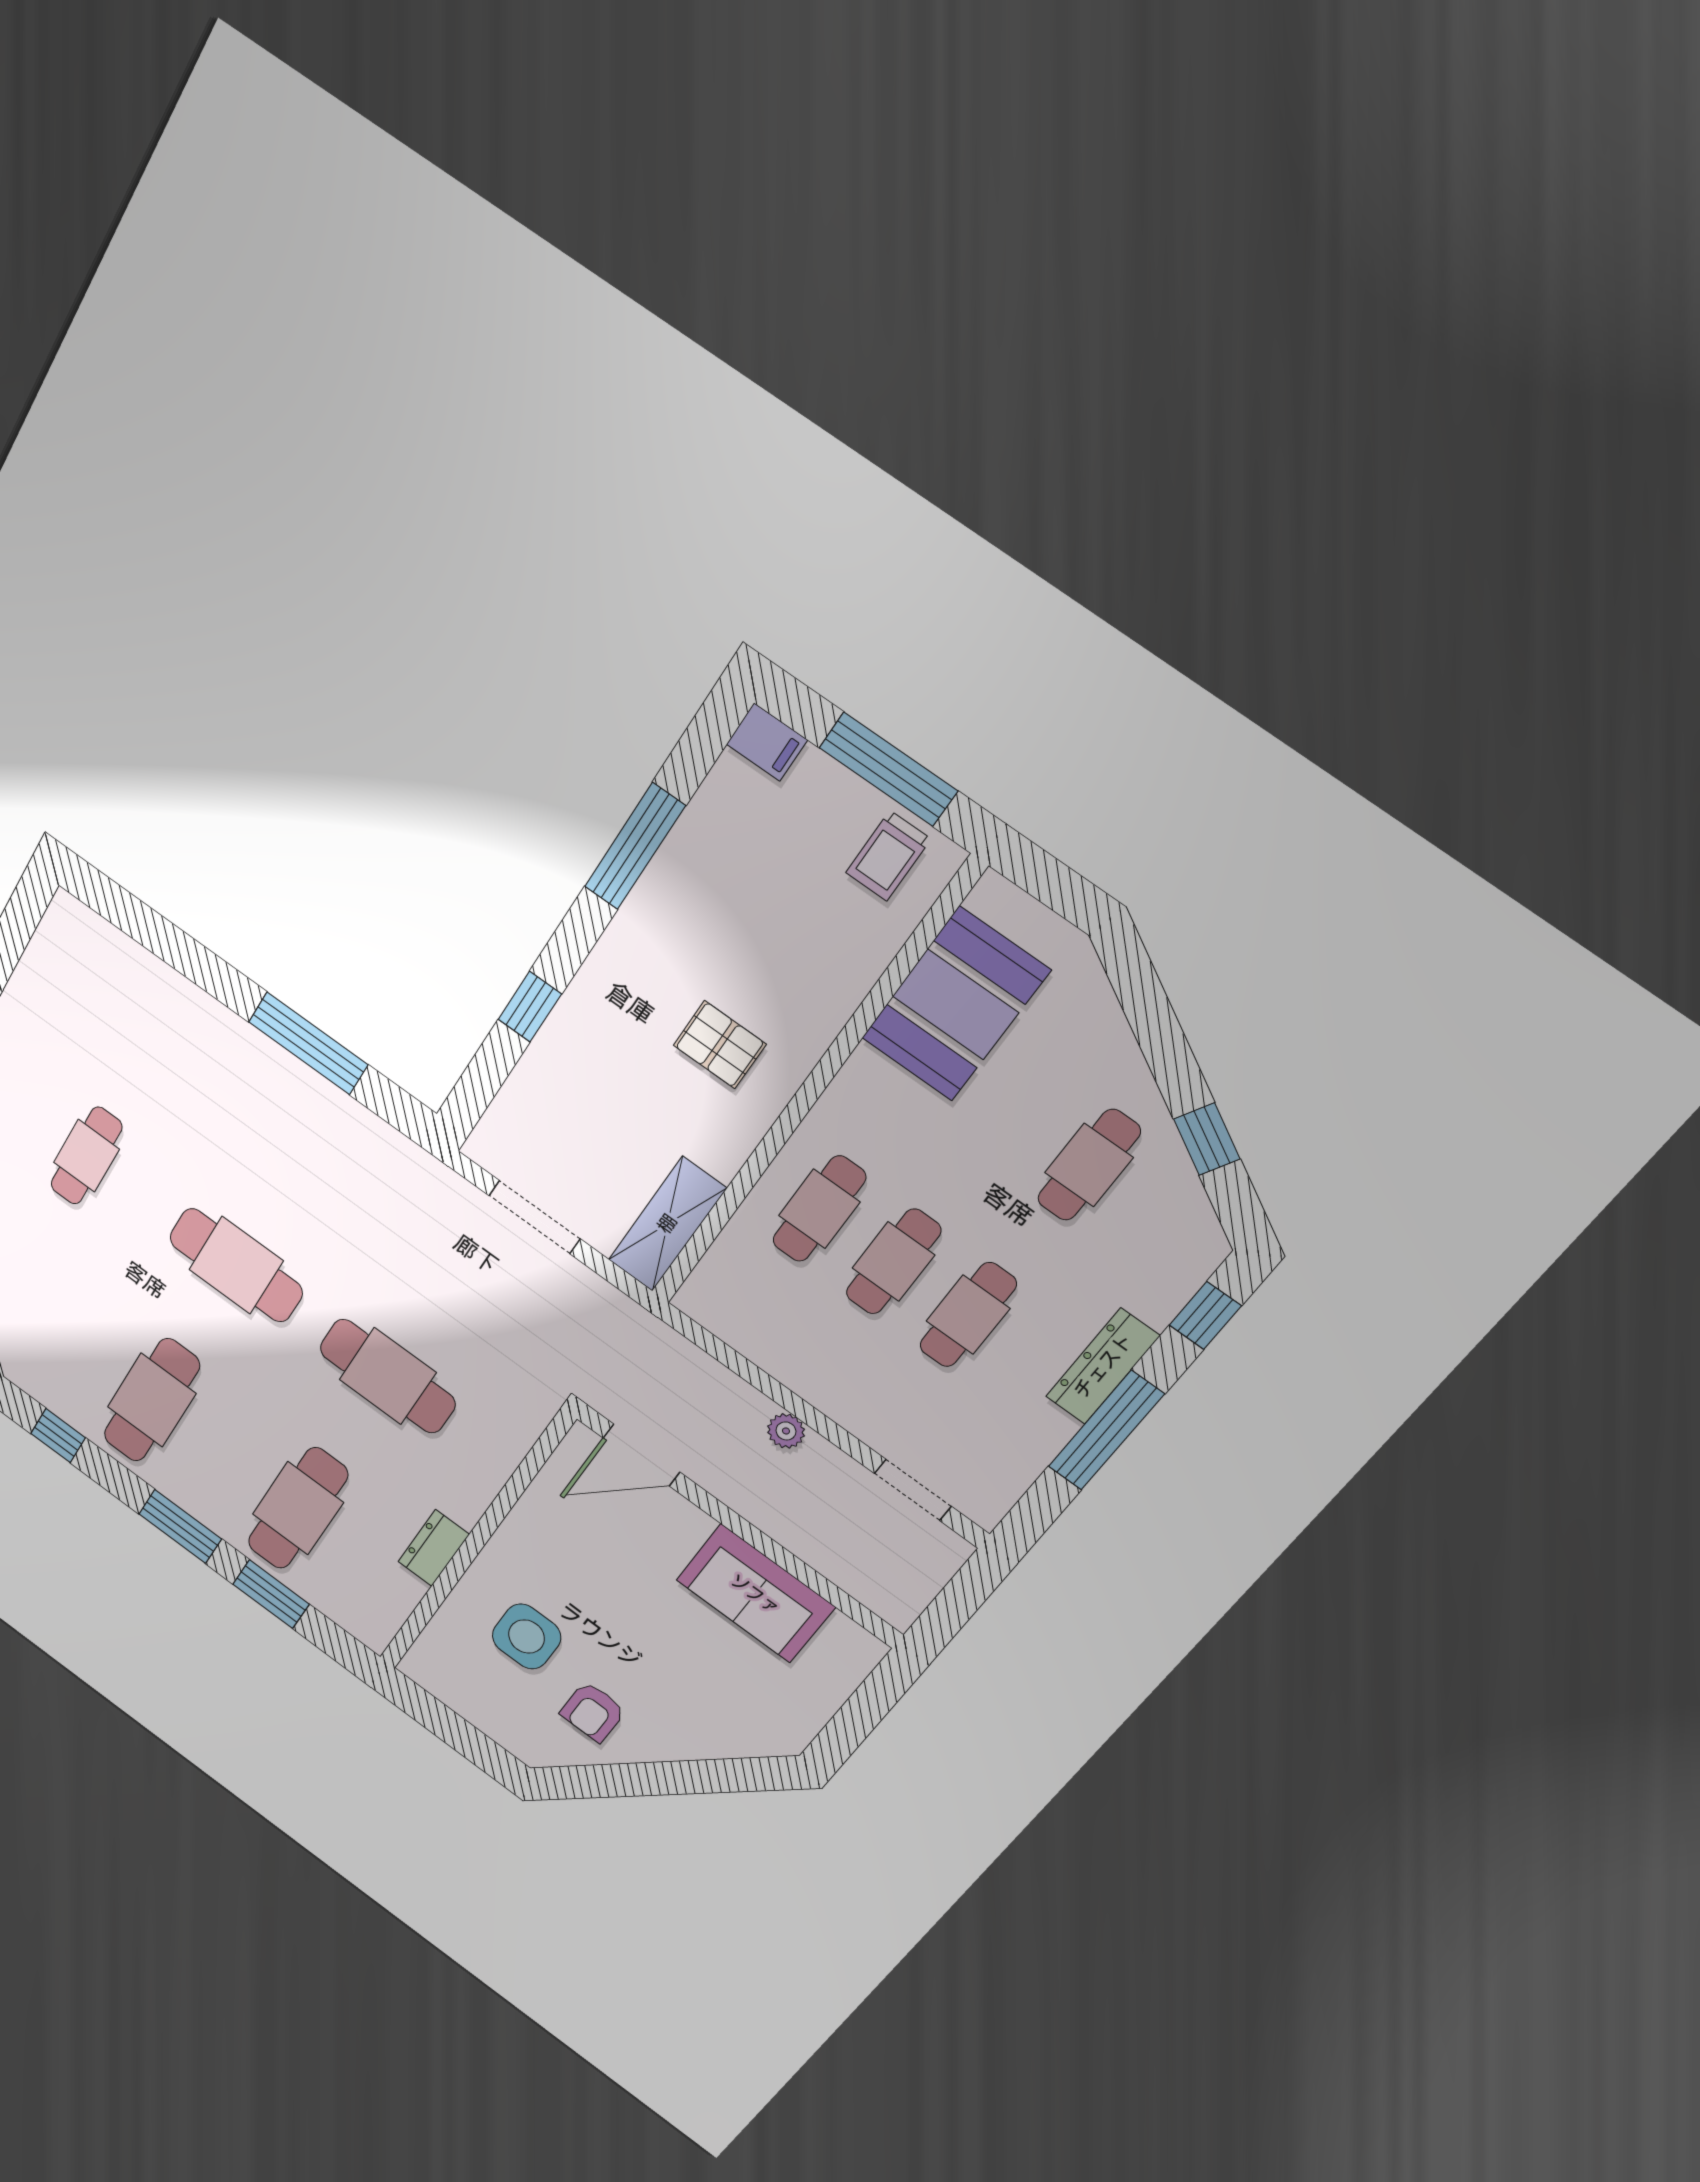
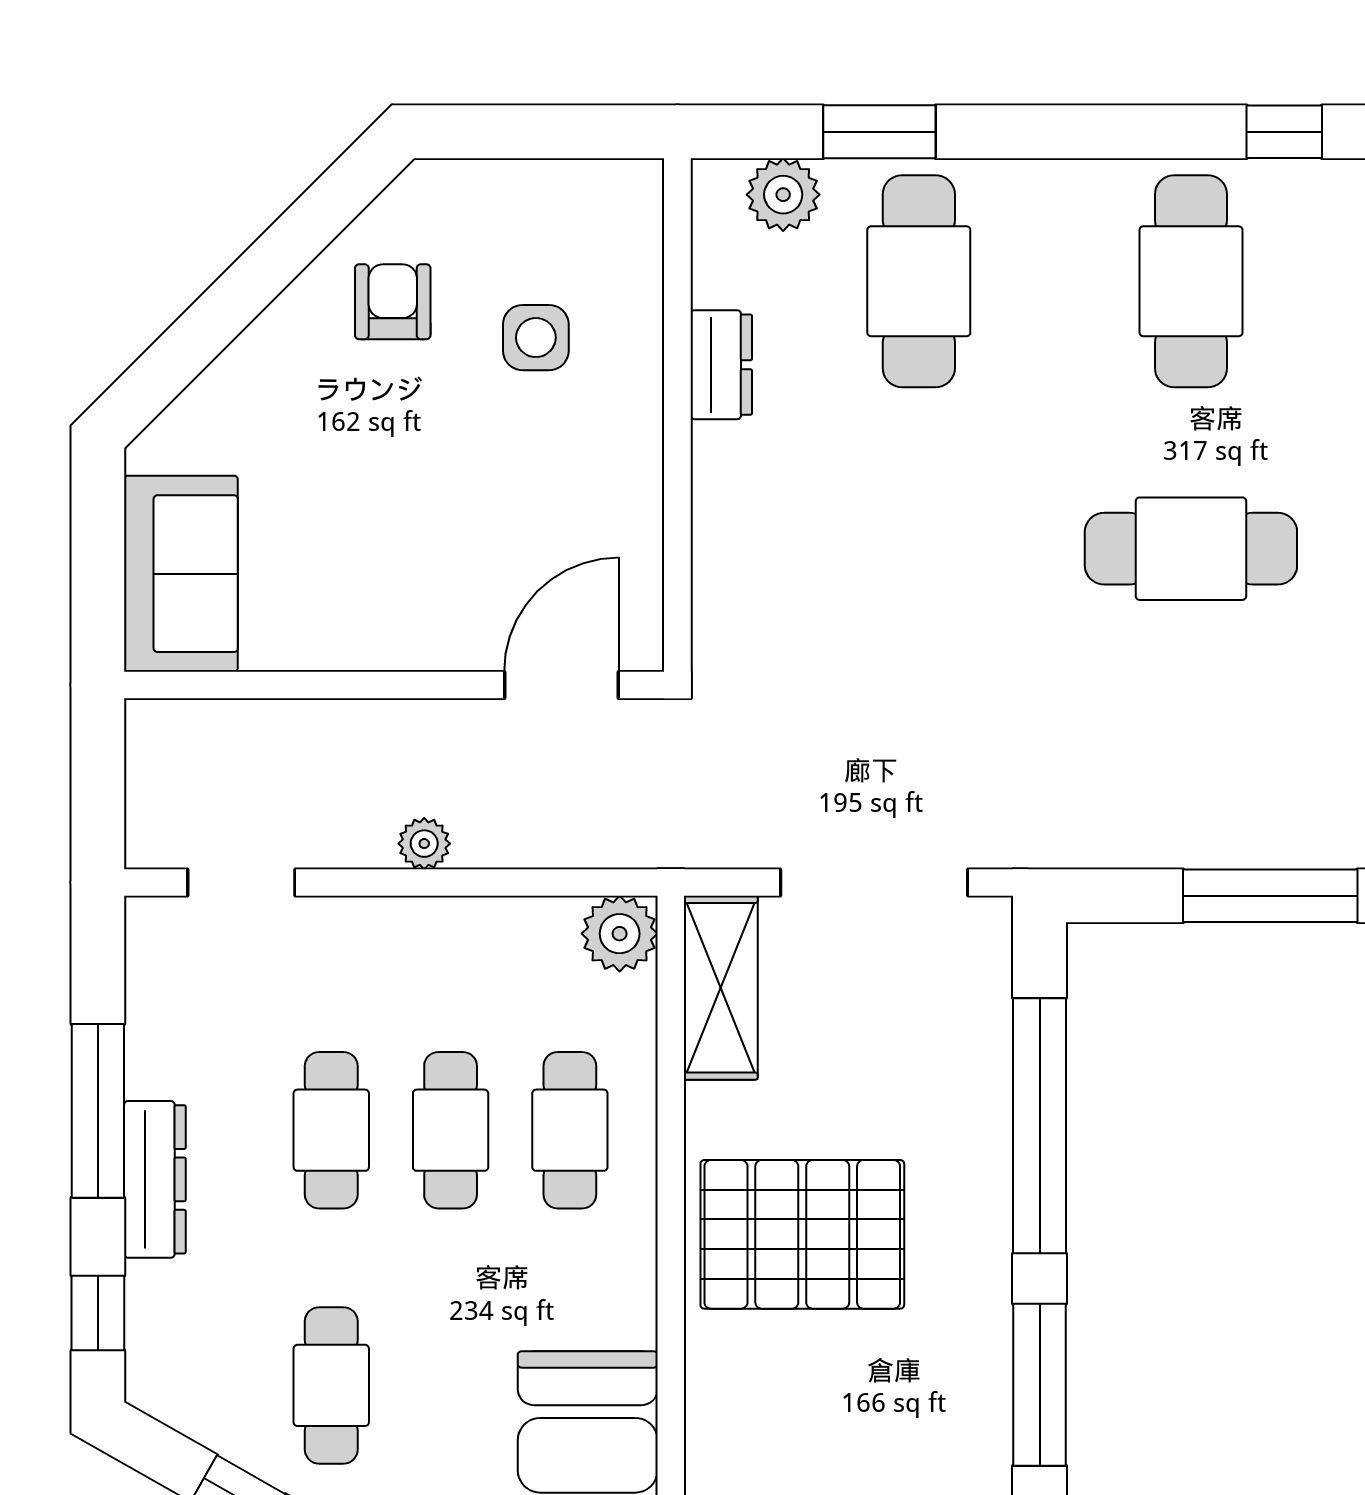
window: (530, 1007) -> (1040, 1126), width x3.17
pallet: (720, 1045) -> (802, 1234), width x2.05, depth x2.00
doorway: (535, 1217) -> (874, 882), width x1.36
plant: (706, 1298) -> (620, 934), added
cafe table: (388, 1376) -> (919, 549), removed
window: (180, 1526) -> (1051, 132), removed
sofa: (755, 1594) -> (181, 574), moved, turned 90
plant: (343, 1603) -> (783, 195), added
side table: (527, 1636) -> (536, 338), width x0.73, depth x0.73

